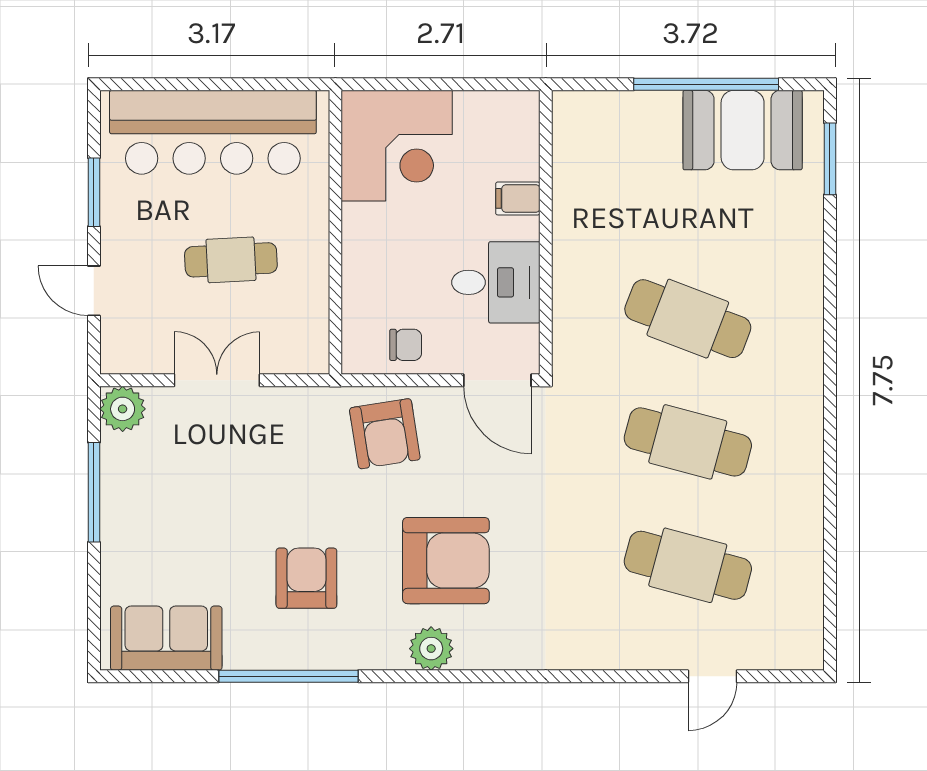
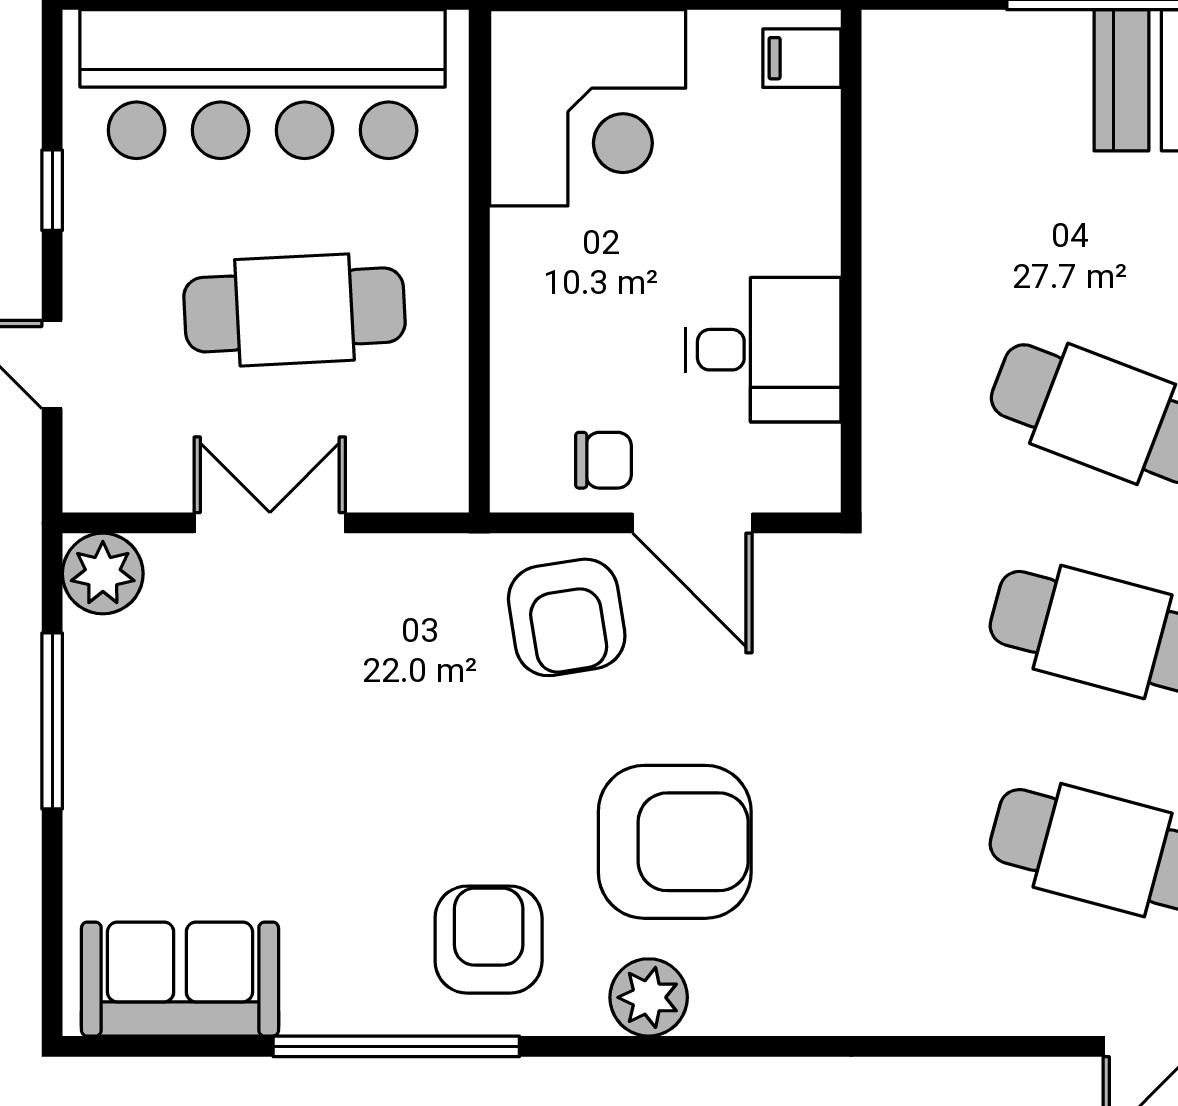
window: (94, 192) -> (52, 190), width x0.67
filing cabinet: (518, 198) -> (802, 58), moved
cafe table: (231, 260) -> (294, 310), width x1.37, depth x1.35
door: (497, 380) -> (692, 523), moved
armchair: (306, 578) -> (489, 940), moved

